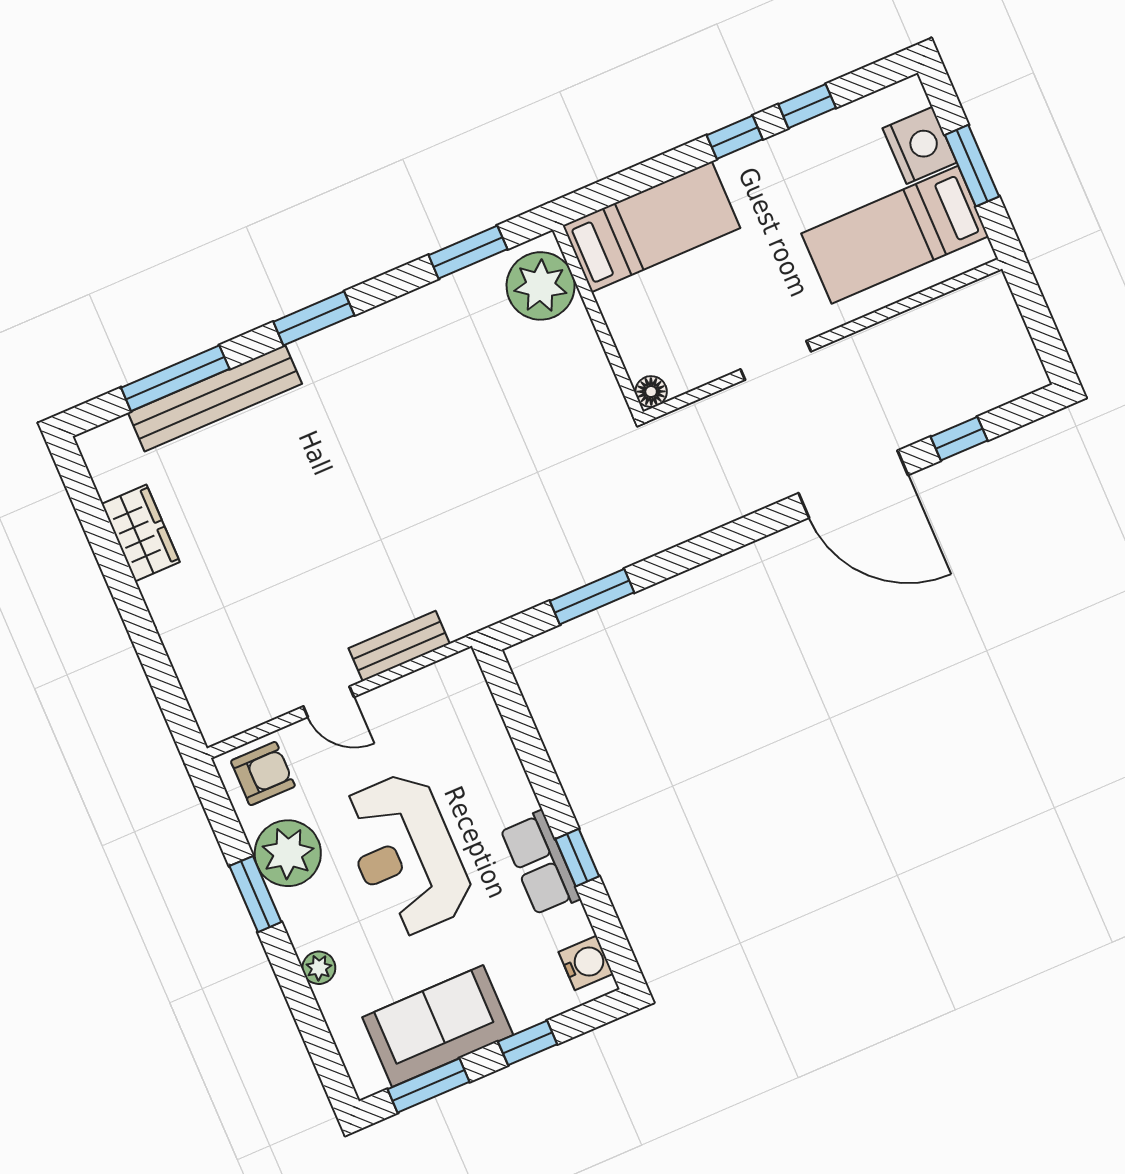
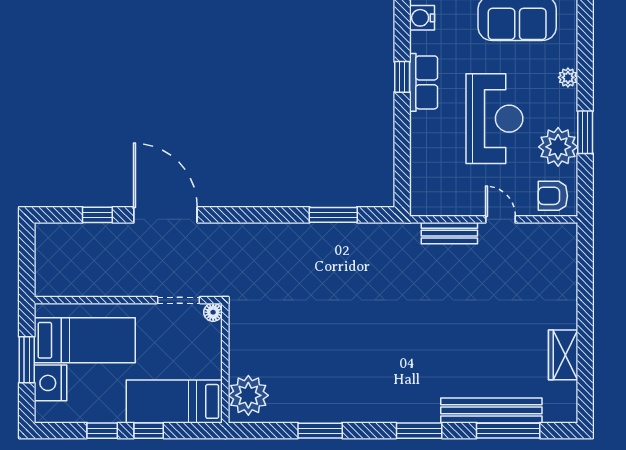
bed: (651, 227) -> (174, 401), moved
plant: (541, 286) -> (248, 395), moved
wall: (598, 321) -> (225, 363), moved
floor lamp: (651, 392) -> (213, 312), moved

